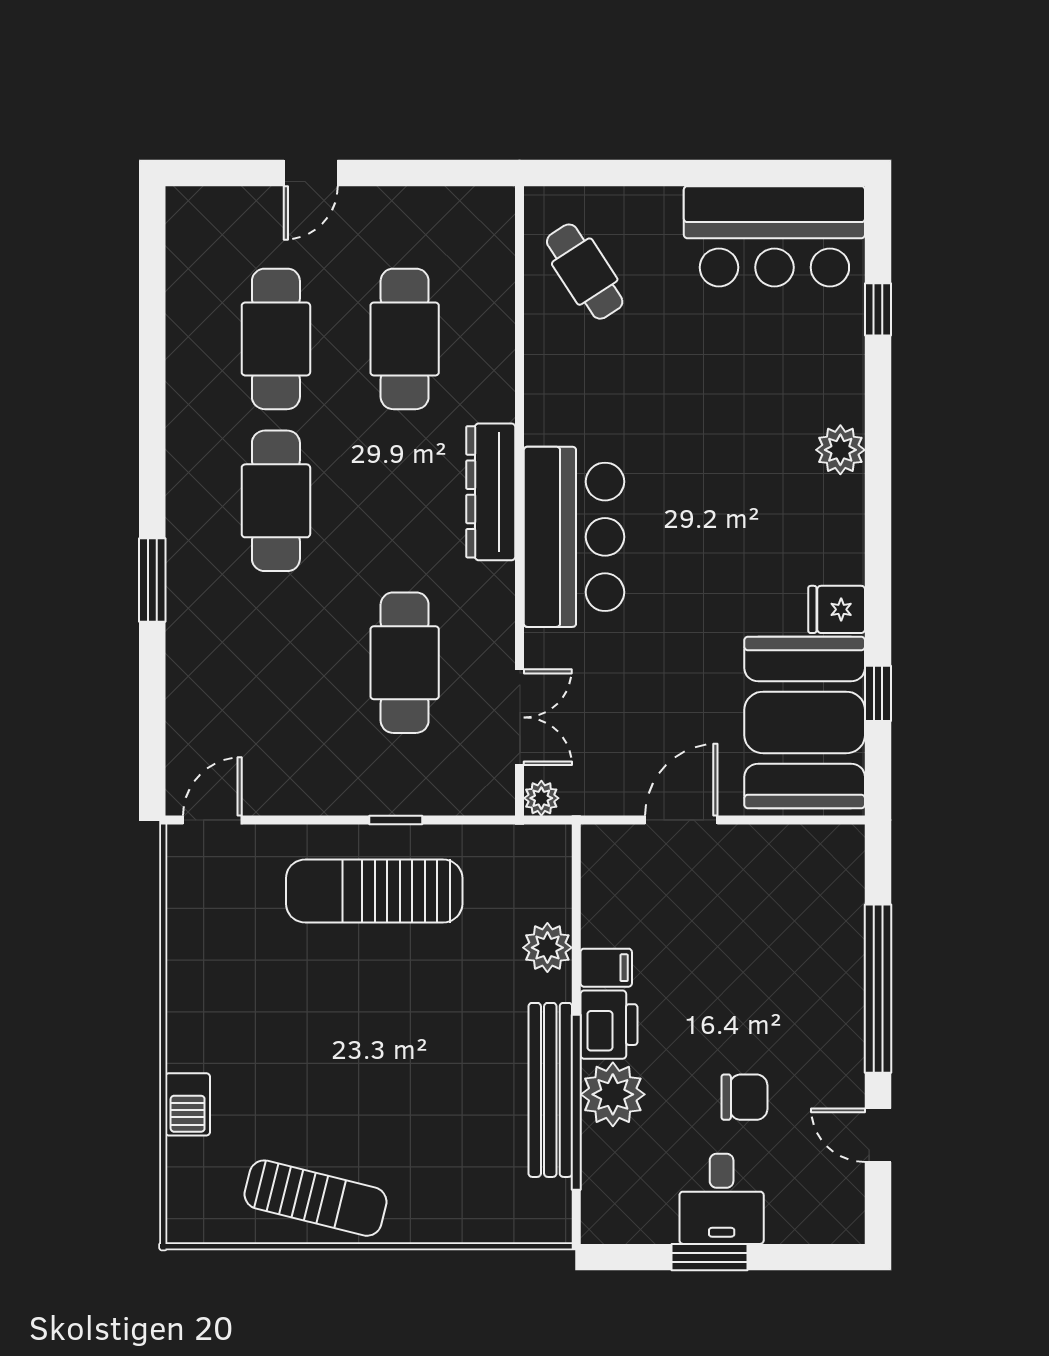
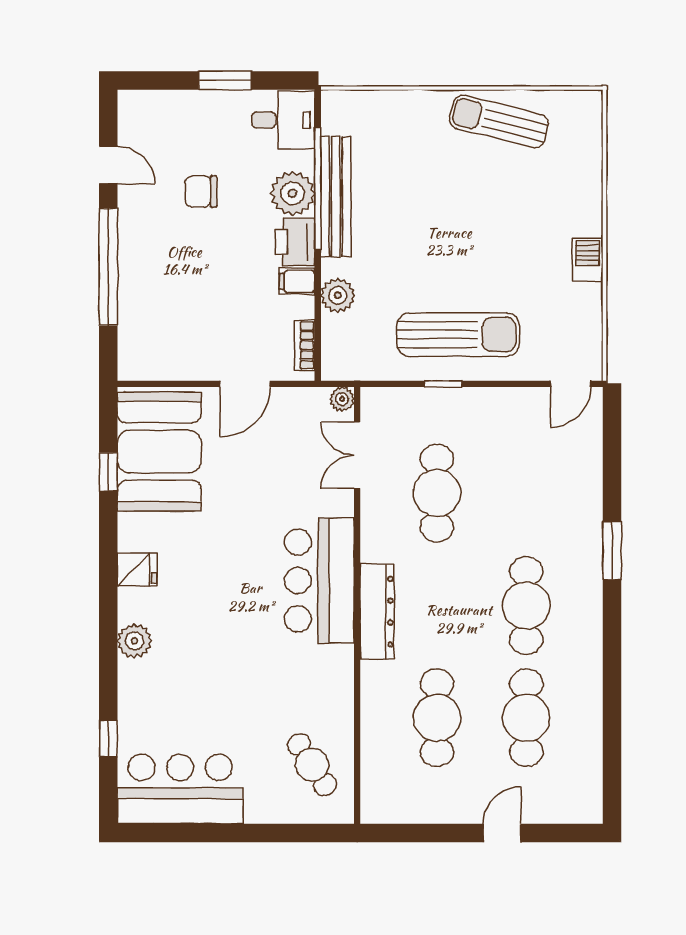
fridge: (837, 609) -> (137, 570), moved
bookcase: (595, 876) -> (305, 345), added
barbecue: (188, 1104) -> (588, 260), moved
desk: (722, 1199) -> (283, 120), moved, turned 90

